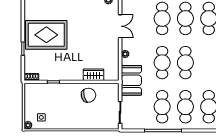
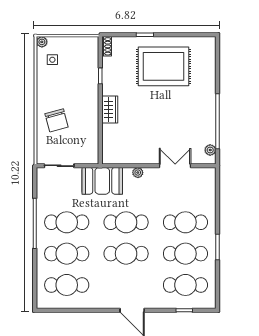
double door: (120, 26) -> (175, 166), swing flipped
rug: (46, 35) -> (163, 66), turned 90
wardrobe: (93, 75) -> (110, 110), moved
chair: (89, 95) -> (57, 120), moved

